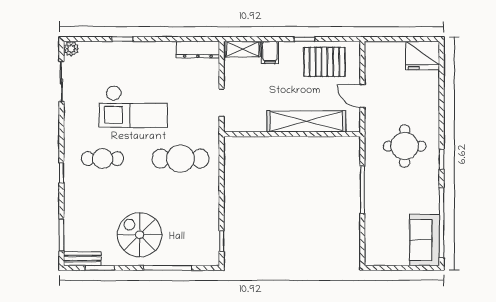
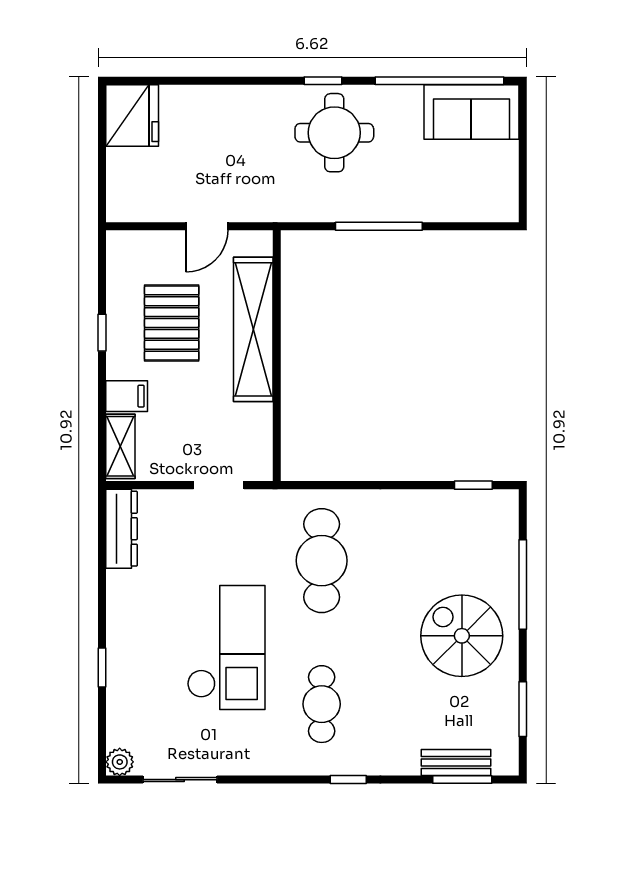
pallet: (324, 62) -> (172, 323), moved
round table: (405, 146) -> (334, 133), moved
spiral stairs: (140, 235) -> (462, 636), turned 90
bench: (82, 259) -> (456, 762), moved, turned 90

